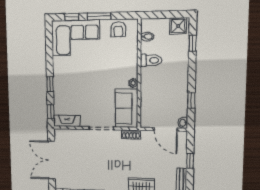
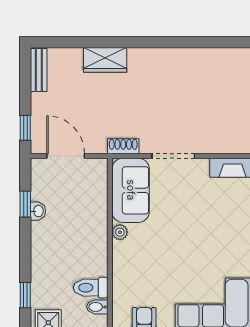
toilet: (151, 60) -> (91, 288), moved
washbasin: (183, 123) -> (38, 211), moved
window: (190, 161) -> (25, 128), moved

